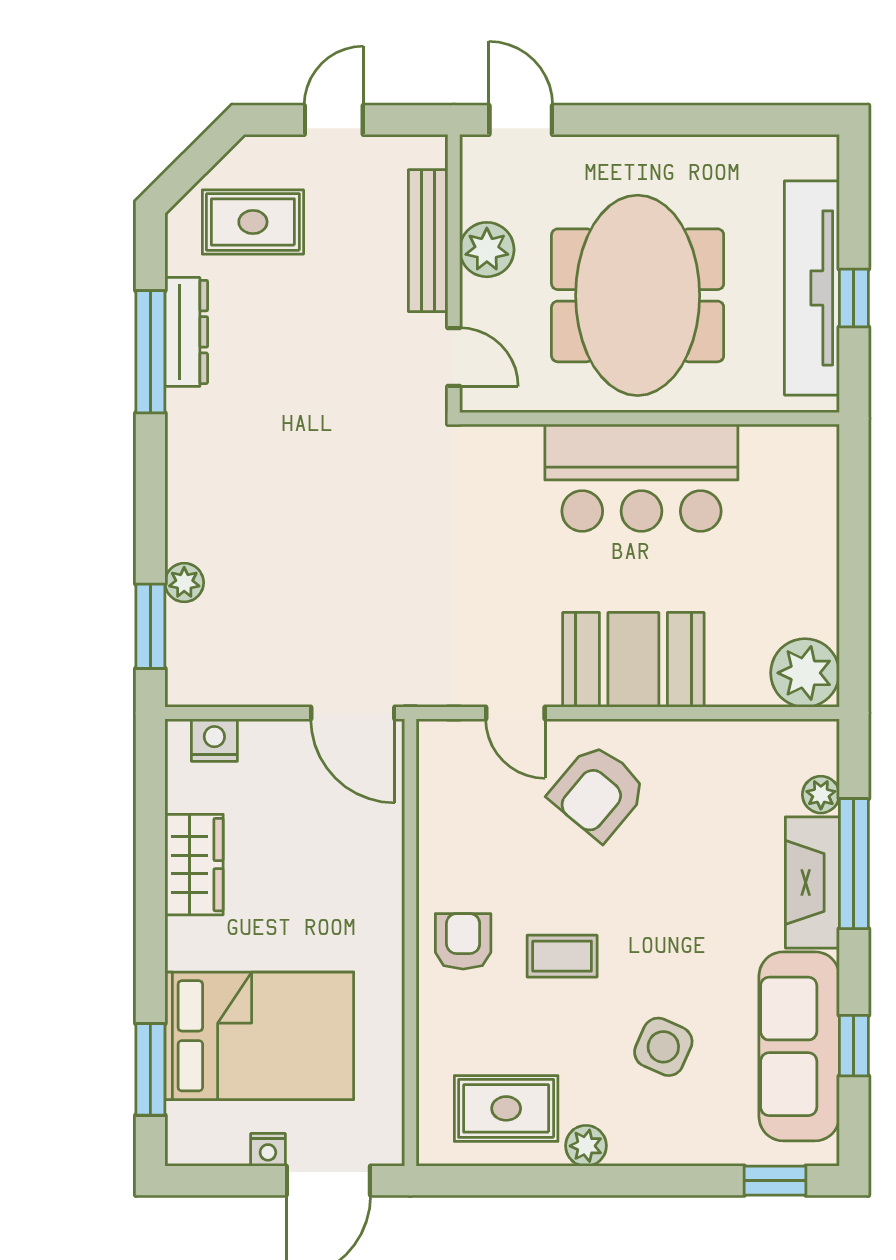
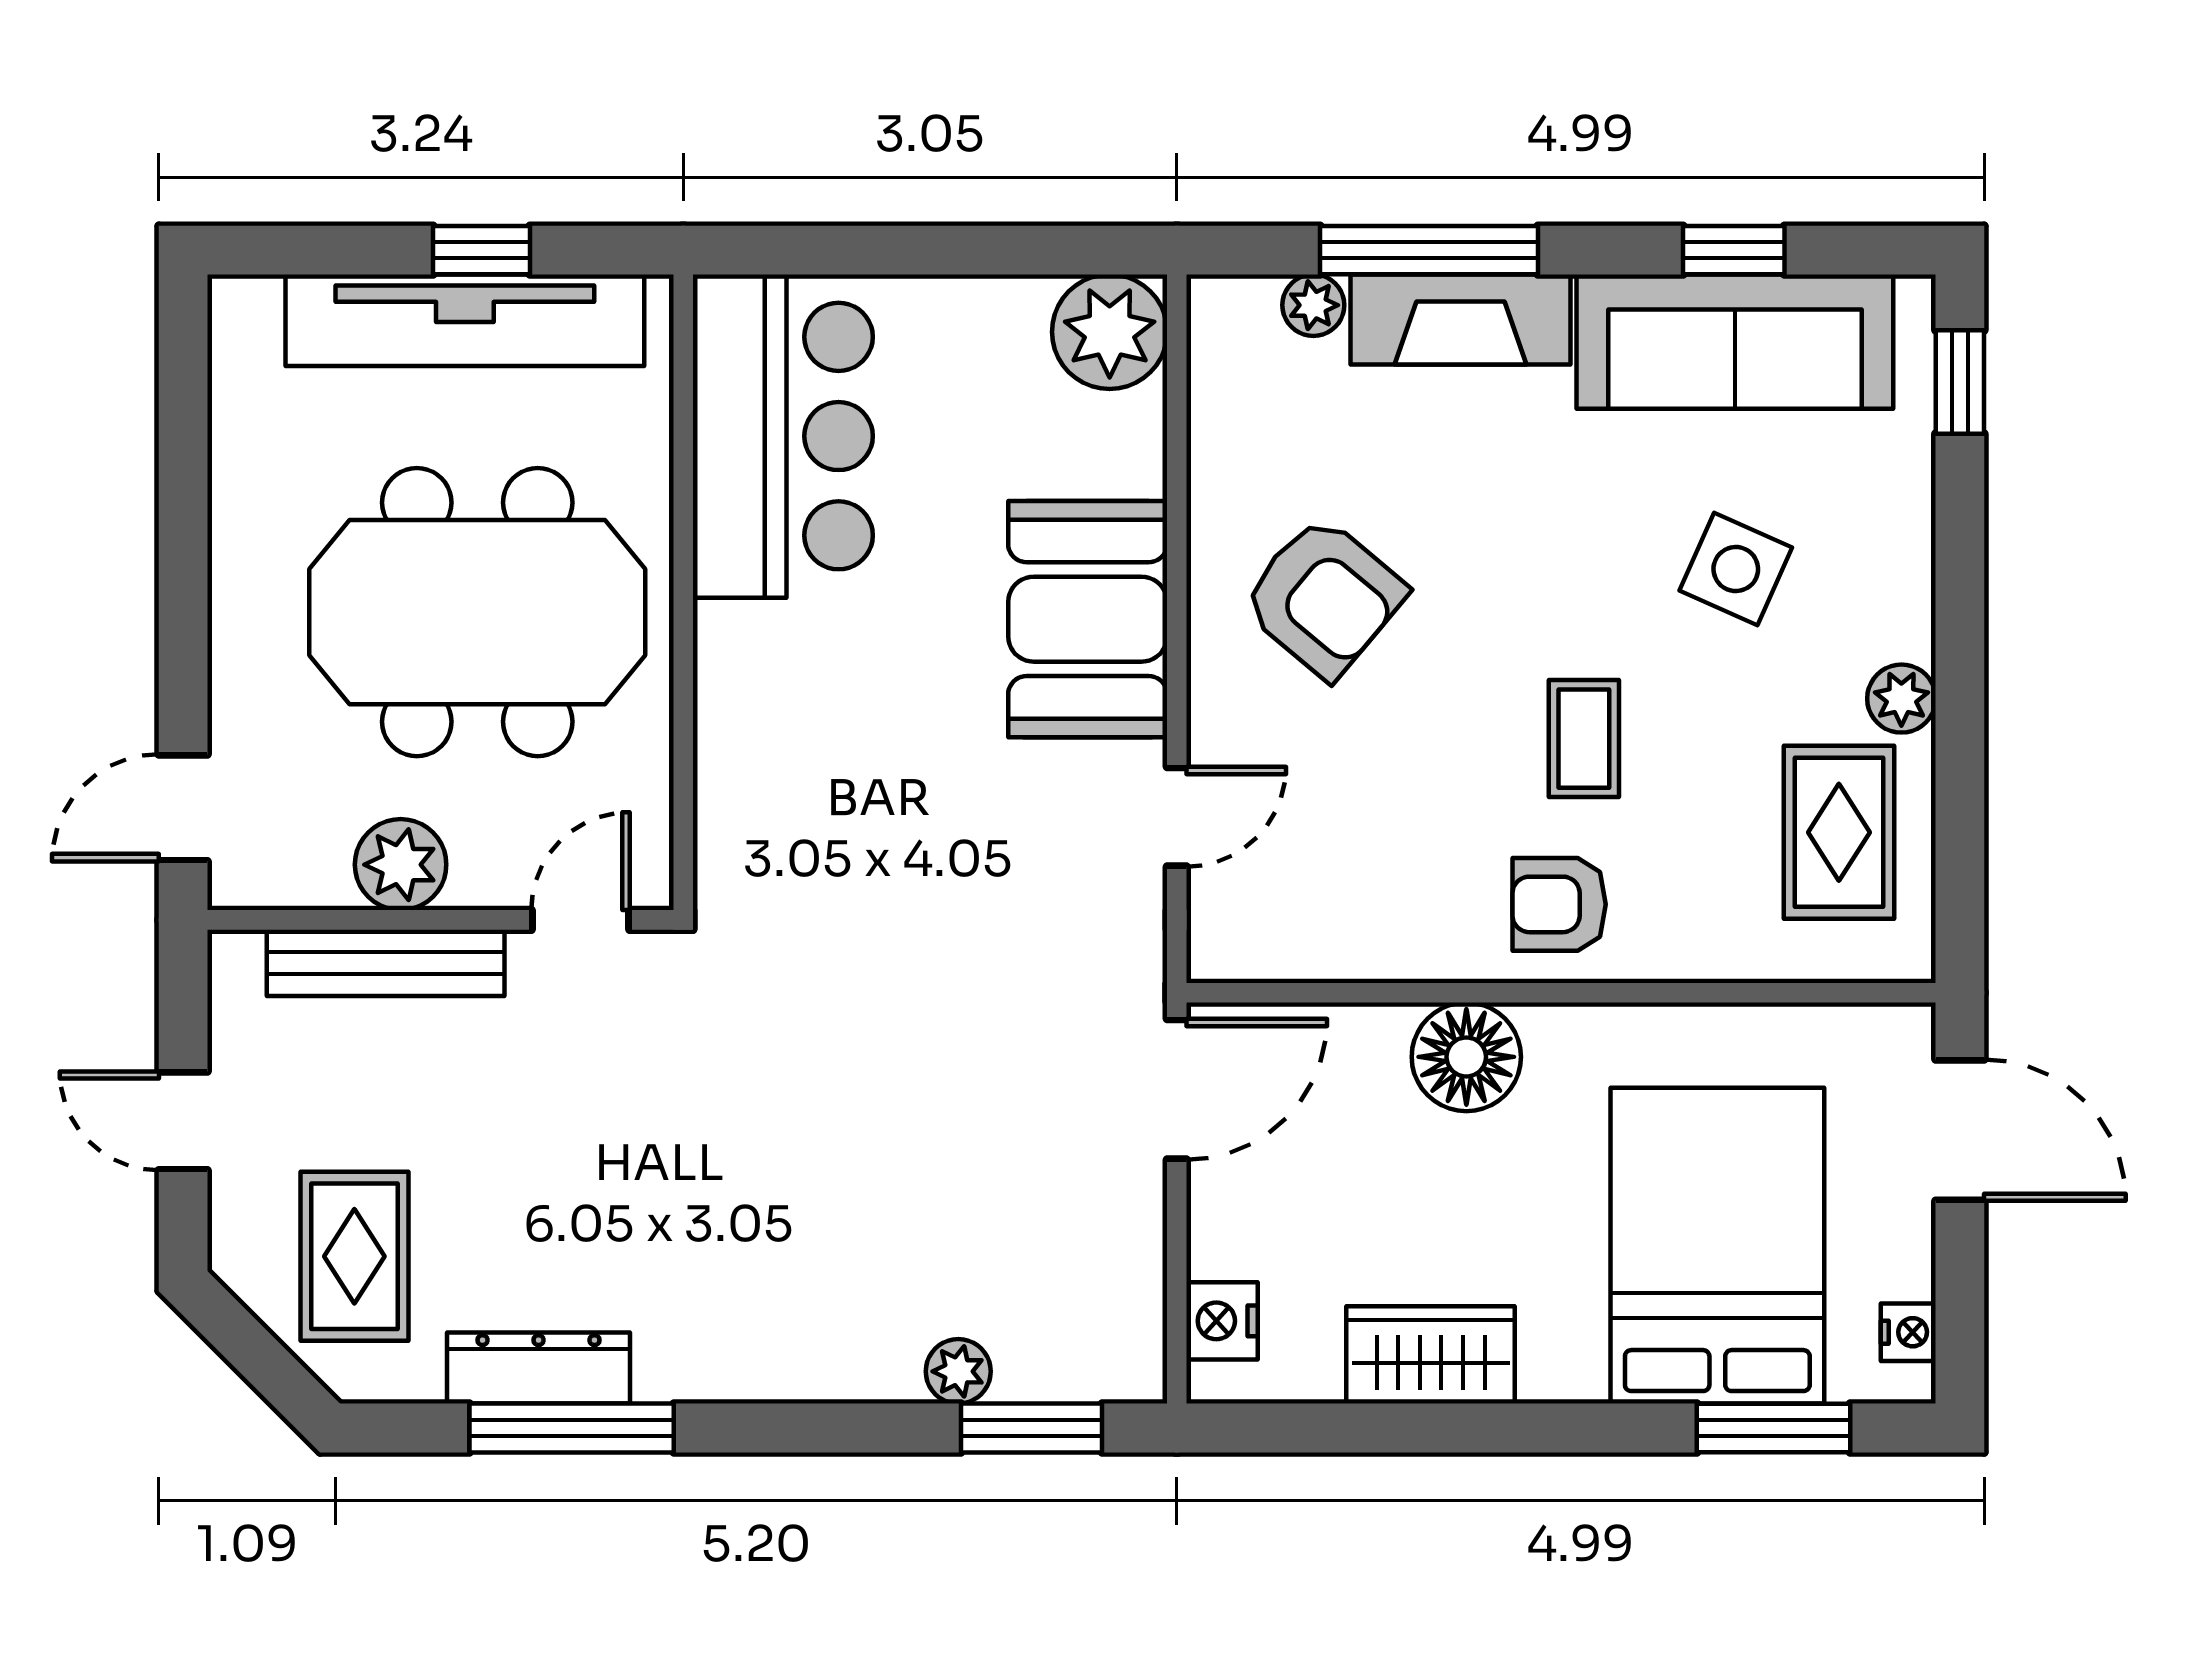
bar counter: (641, 478) -> (783, 436), moved
armchair: (598, 792) -> (1324, 597), moved
floor lamp: (372, 886) -> (1466, 1057), added
nightstand: (268, 1150) -> (1908, 1332), moved

